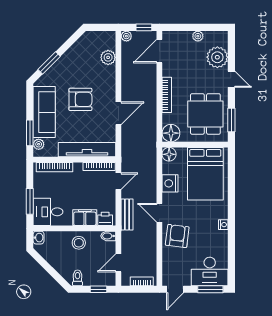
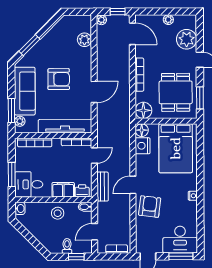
door: (159, 51) -> (132, 34), swing flipped
nightstand: (170, 183) -> (143, 146), moved
door: (159, 213) -> (133, 185), hinge flipped
toilet: (78, 278) -> (67, 246), moved

